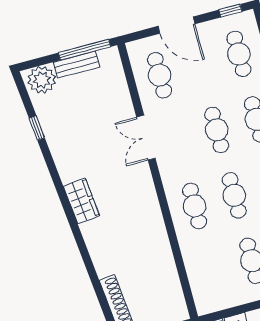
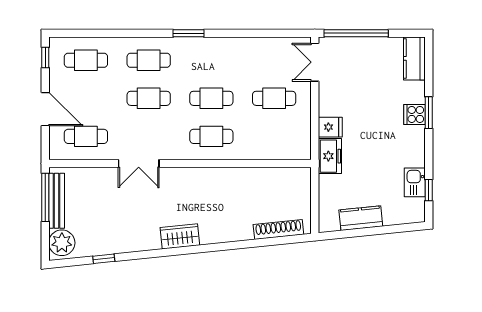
door: (177, 25) -> (45, 109), hinge flipped
bench: (77, 65) -> (57, 201), width x1.36

